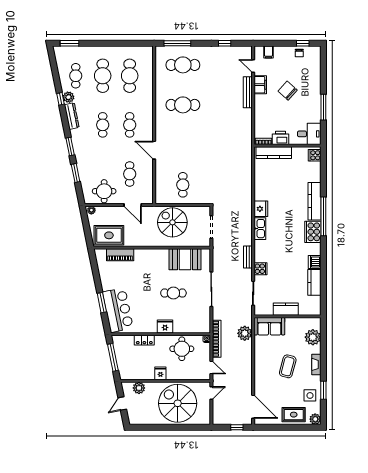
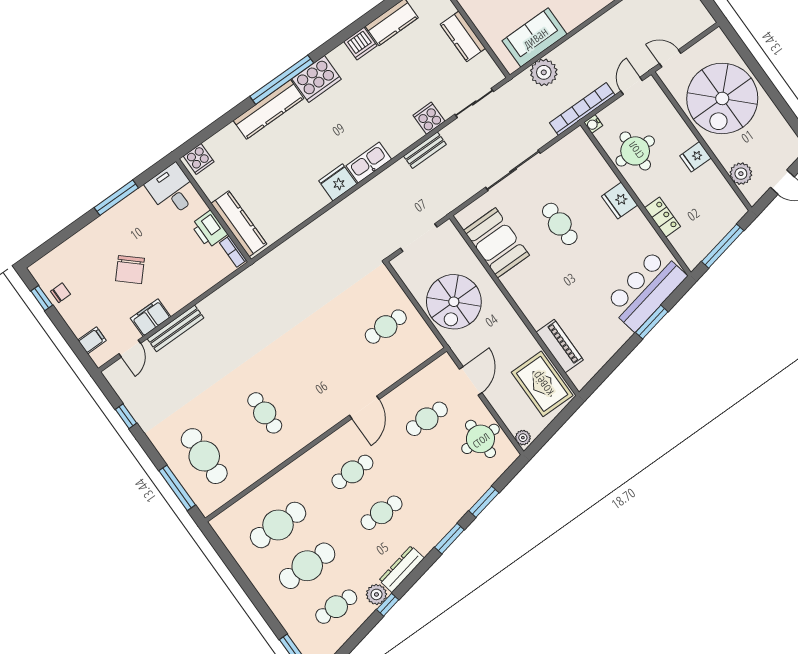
cafe table: (183, 105) -> (265, 413), width x0.73, depth x0.74
sofa: (269, 326) -> (535, 37), moved, turned -90

